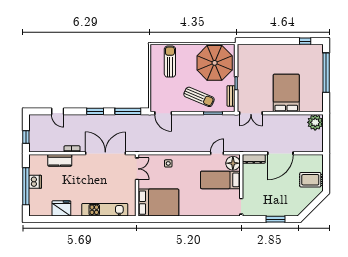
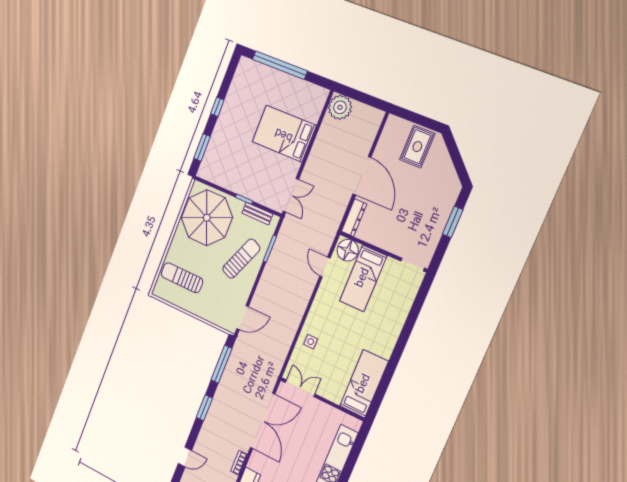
window: (257, 41) -> (202, 147), added
window: (305, 41) -> (217, 107), moved
double door: (105, 153) -> (263, 421), swing flipped
bed: (158, 203) -> (364, 384), width x0.67

